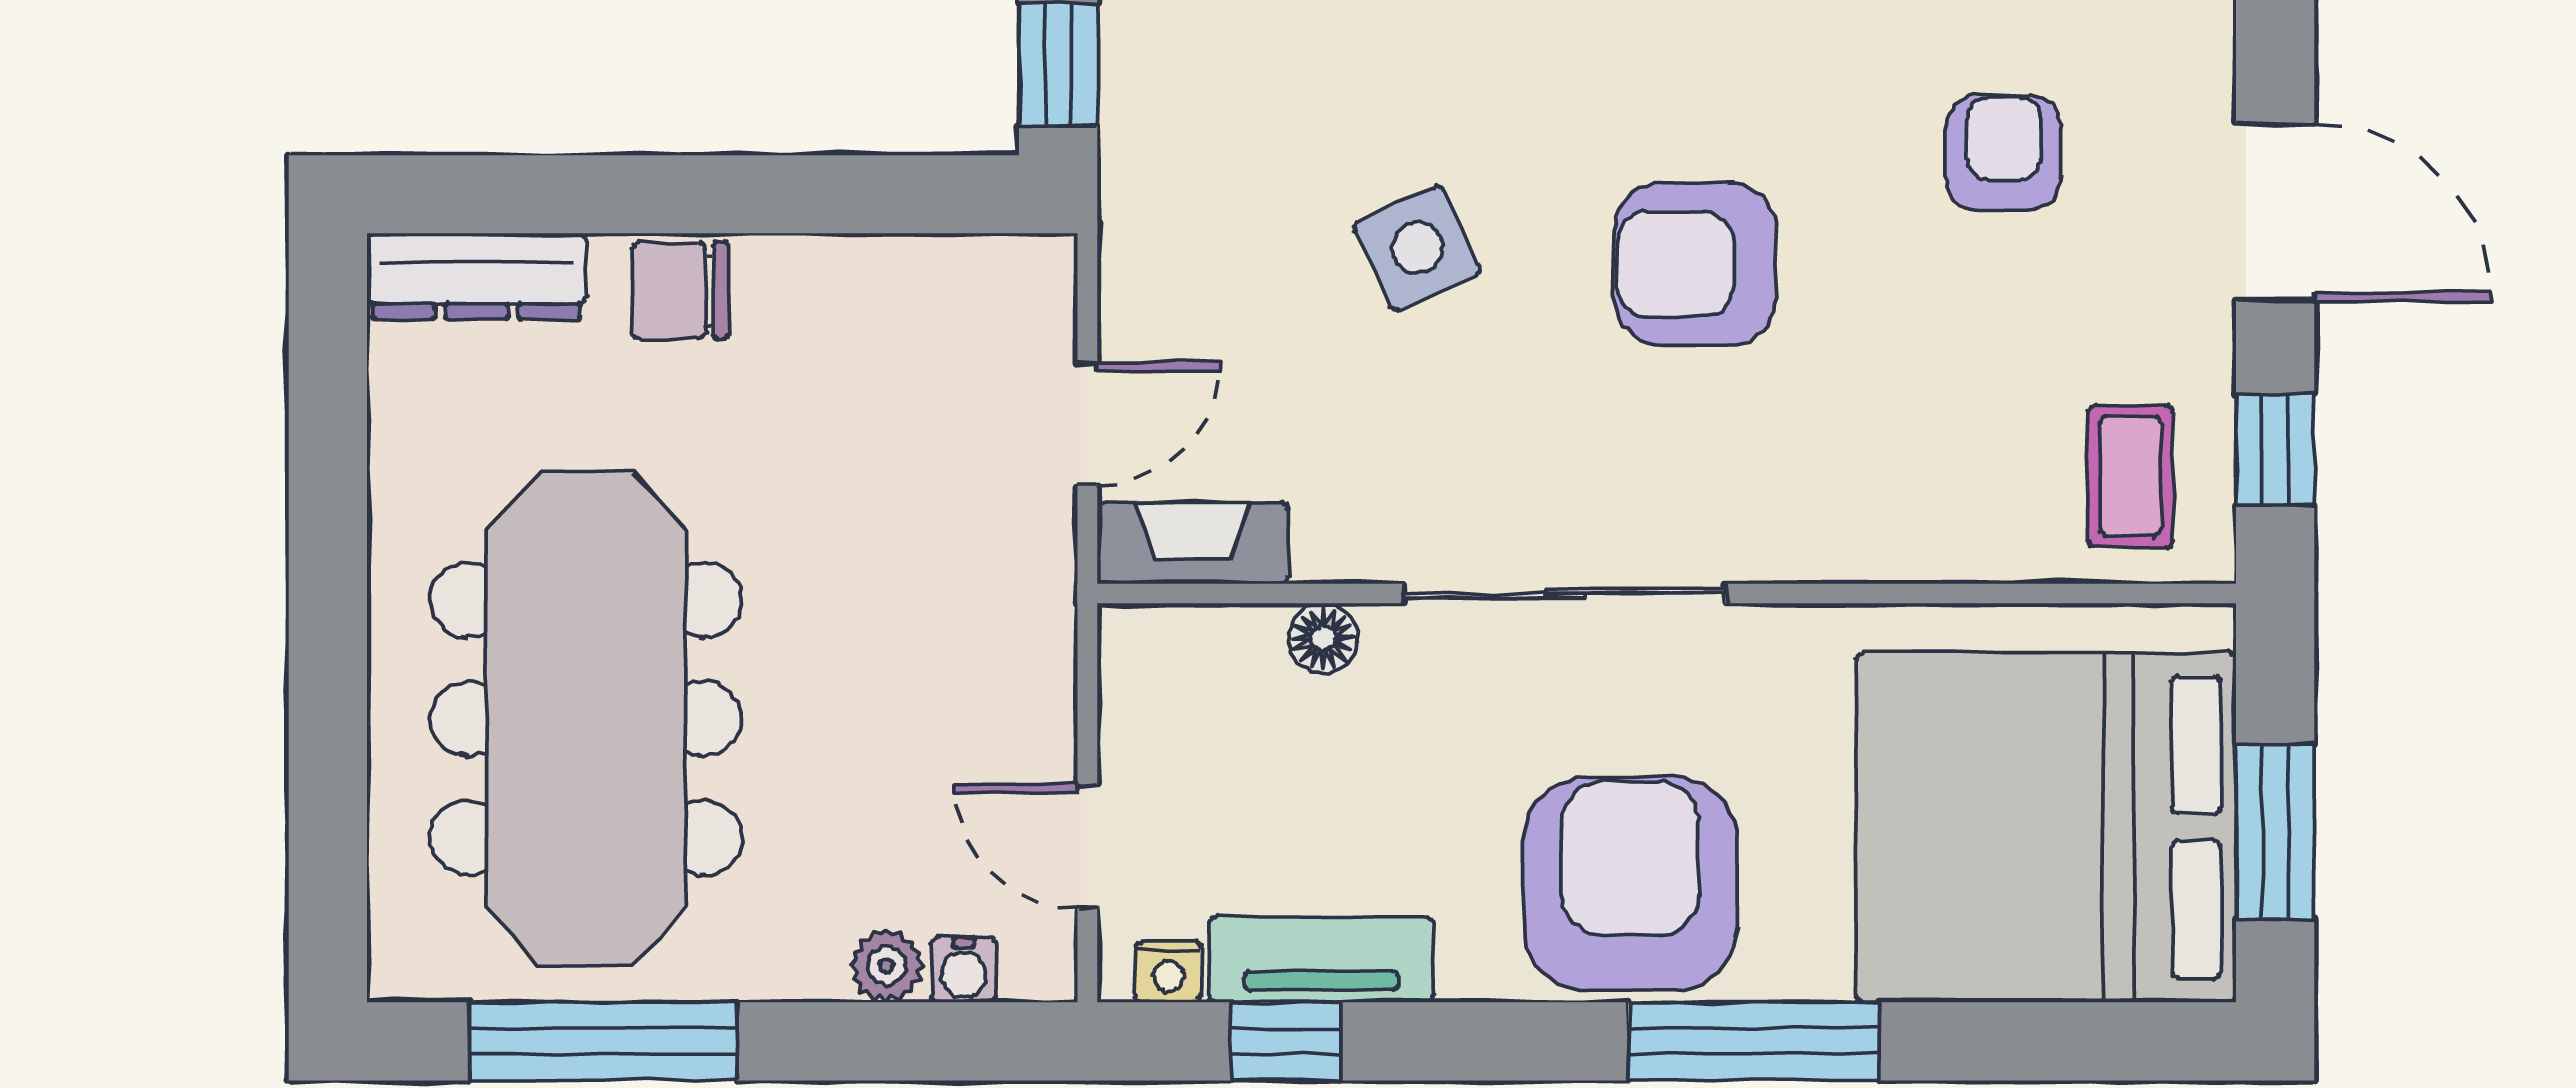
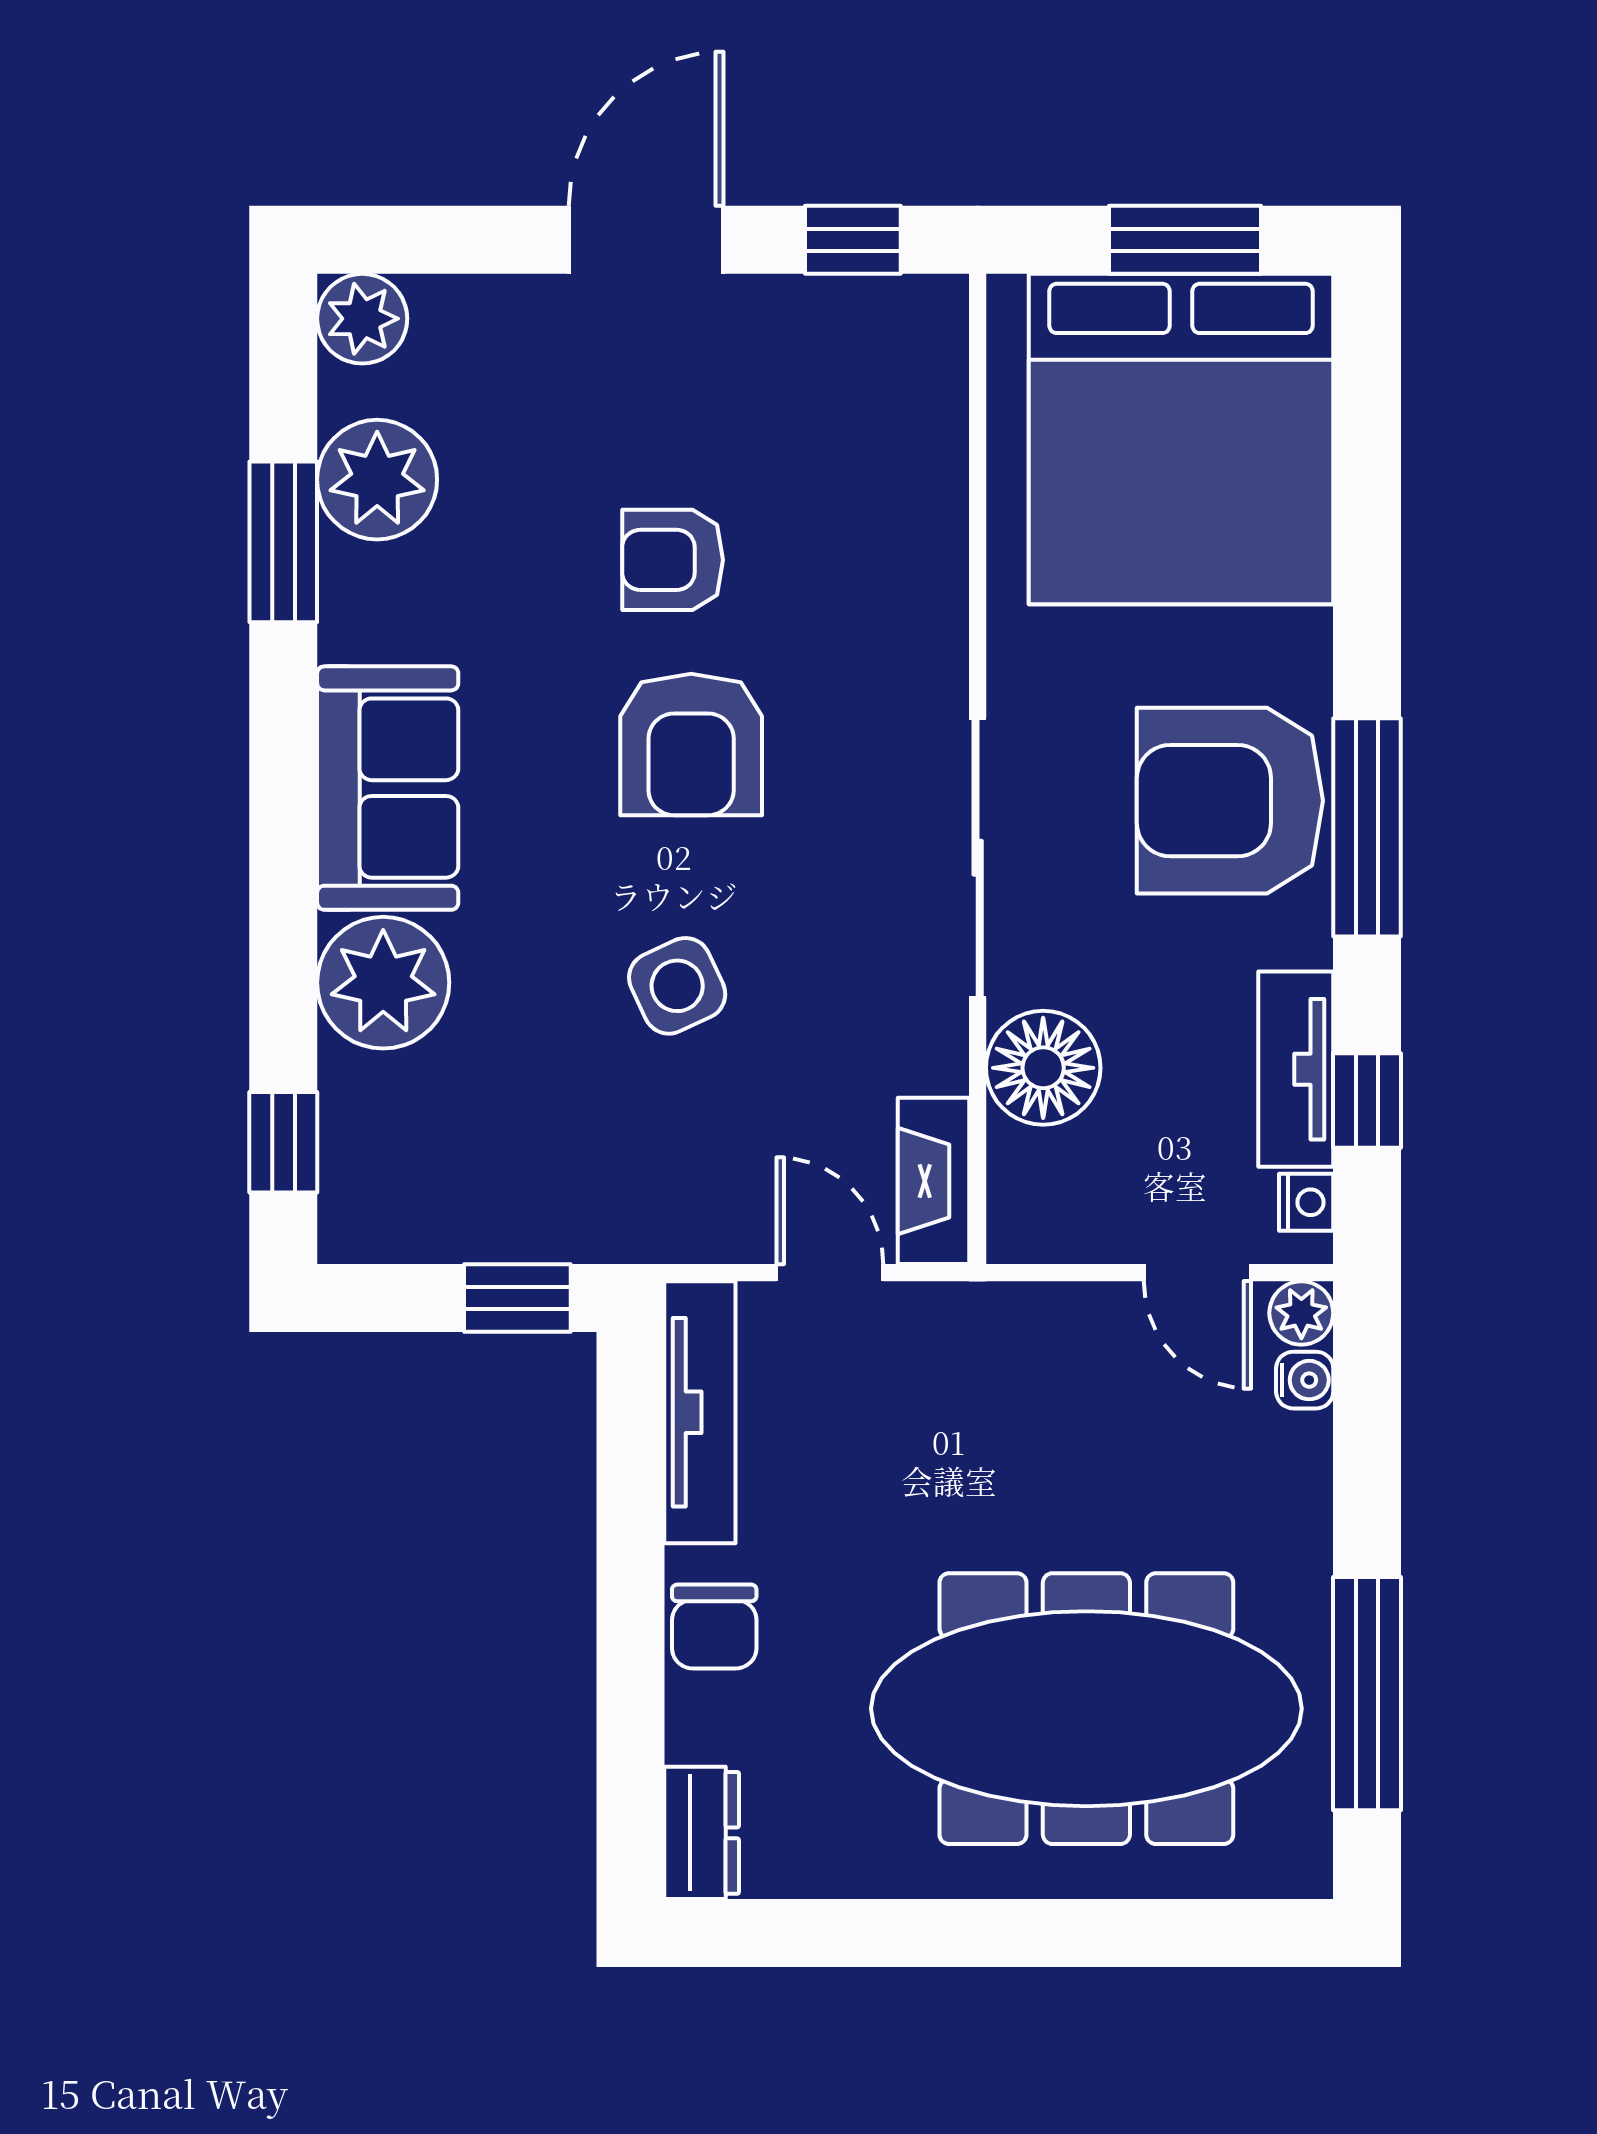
armchair: (2004, 153) -> (673, 560), moved
tv unit: (927, 274) -> (700, 1412), added
dresser: (477, 276) -> (702, 1833), width x0.70
coffee table: (2130, 476) -> (876, 366), removed
floor lamp: (1323, 638) -> (1043, 1068), width x1.89, depth x1.89
door: (1087, 846) -> (1197, 1273), hinge flipped
plant: (887, 966) -> (1301, 1313), moved
window: (1754, 1041) -> (1367, 827), moved

